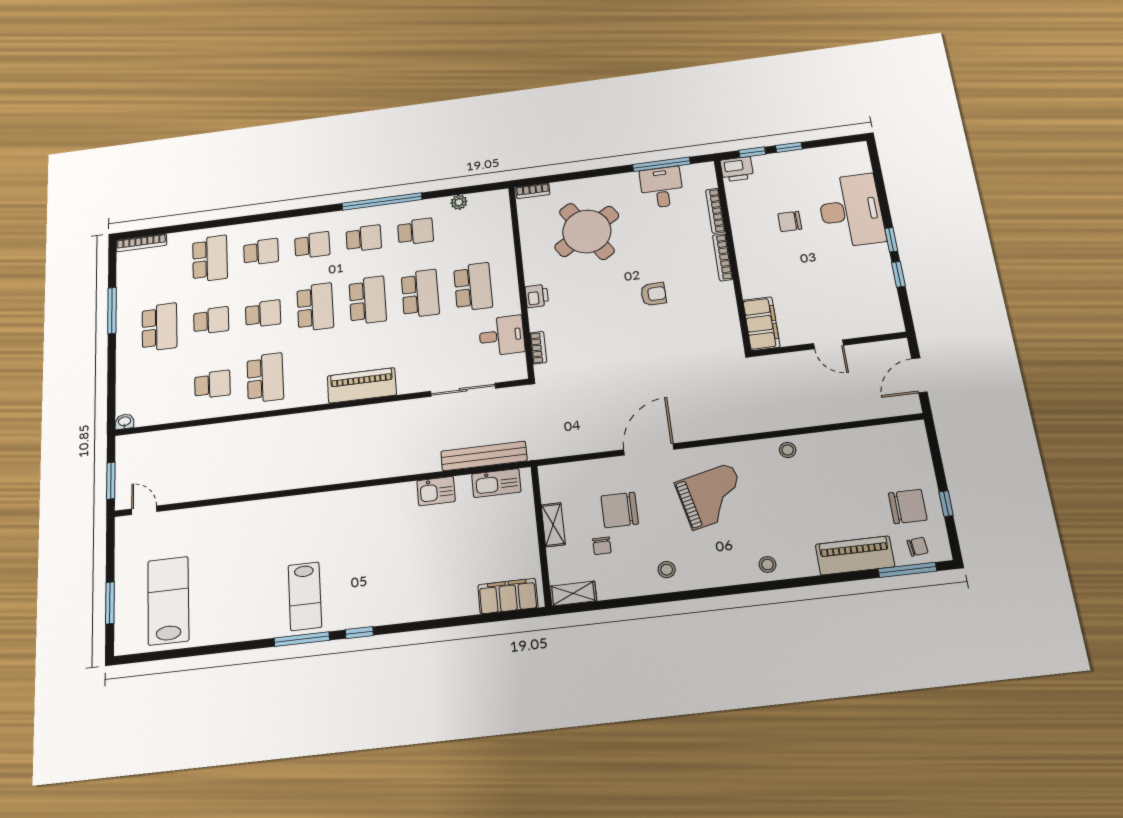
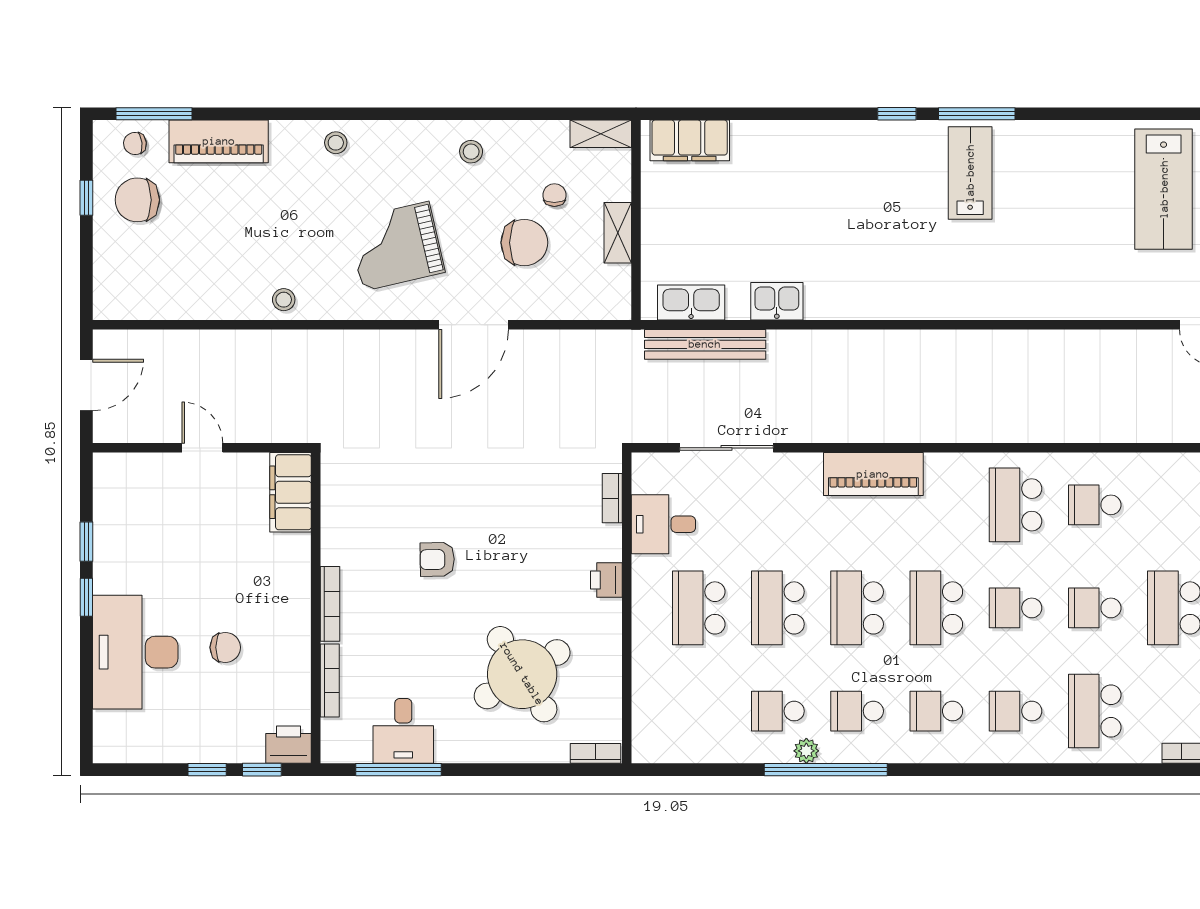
plant: (459, 202) -> (806, 751), moved

